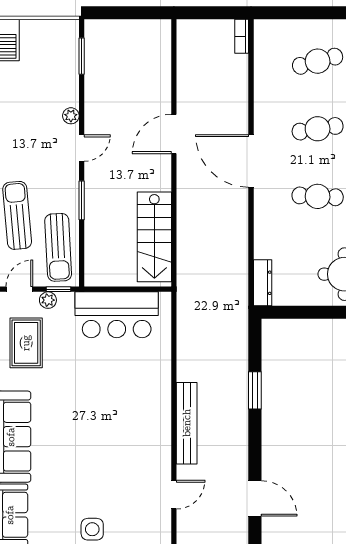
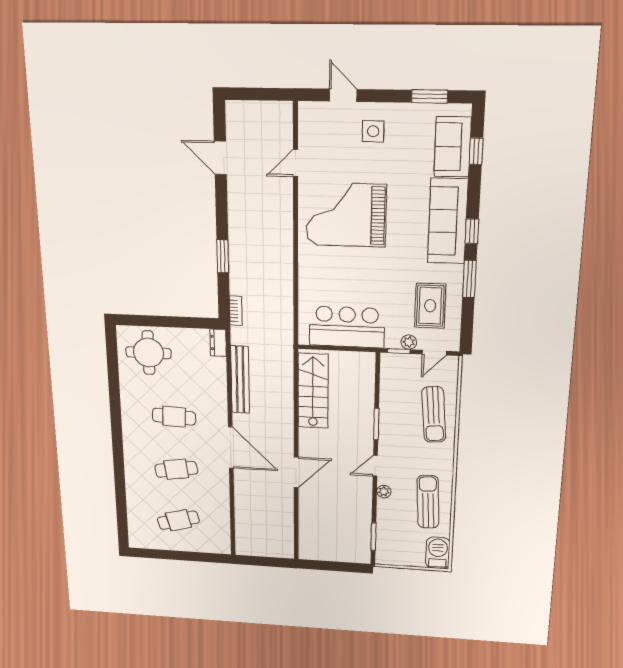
bookcase: (242, 36) -> (236, 311), moved
sun lounger: (58, 247) -> (428, 502), moved
dresser: (263, 283) -> (218, 343), width x0.70
bench: (187, 423) -> (240, 380), moved
grand piano: (119, 441) -> (346, 215), added

